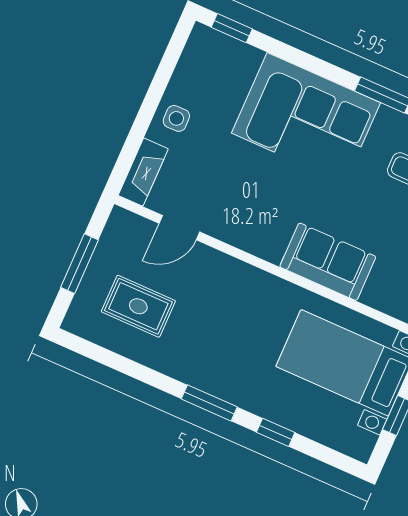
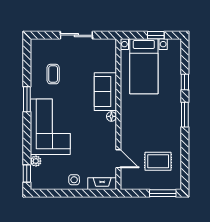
plant: (249, 57) -> (36, 161), added
floor lamp: (272, 252) -> (111, 116), added
window: (79, 264) -> (163, 193), moved
rug: (138, 306) -> (158, 161), turned 90

